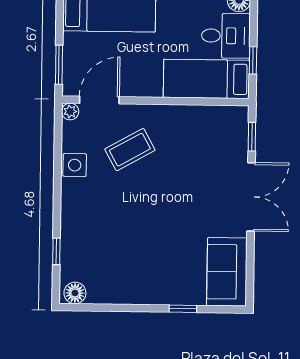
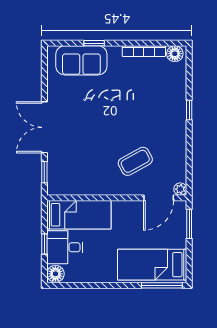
window: (253, 60) -> (44, 244), moved
side table: (75, 165) -> (176, 149), removed
window: (56, 251) -> (189, 110), moved
sofa: (227, 272) -> (81, 60), moved, turned 90
bookcase: (116, 297) -> (144, 51), added

